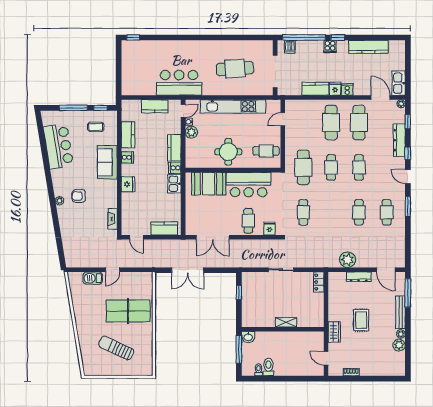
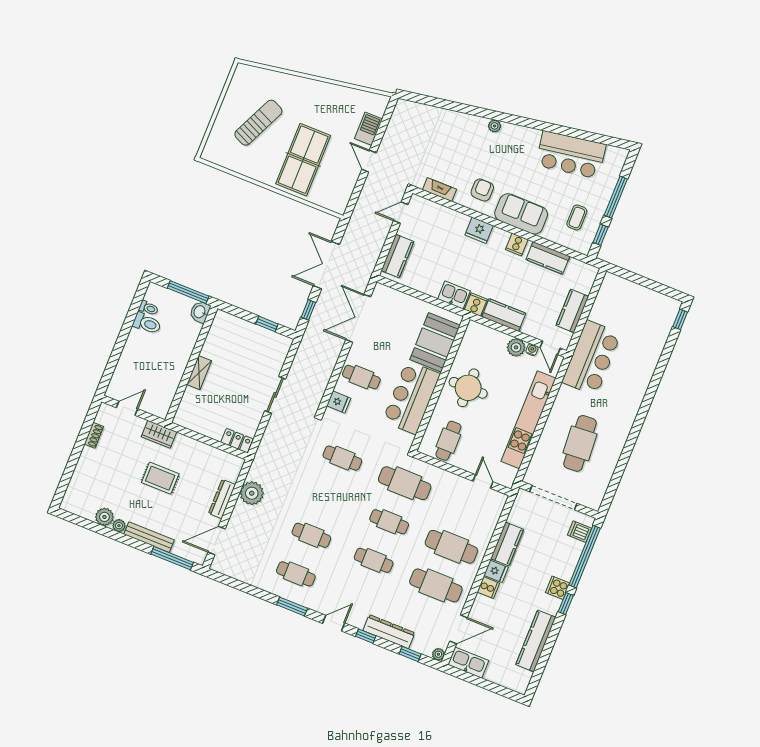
armchair: (79, 196) -> (482, 190), moved
window: (220, 270) -> (308, 310), added

